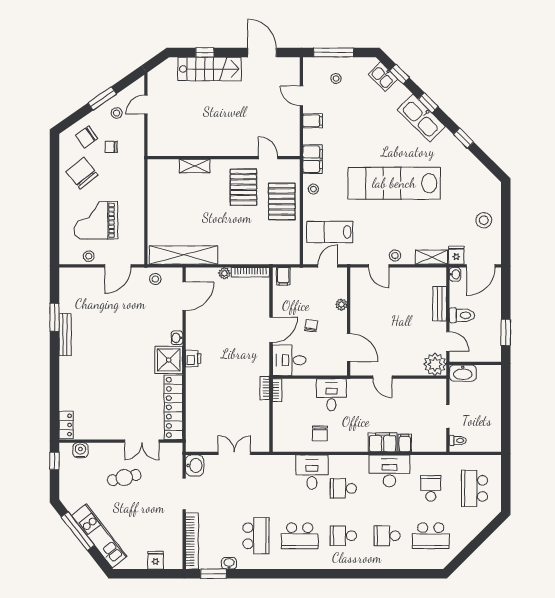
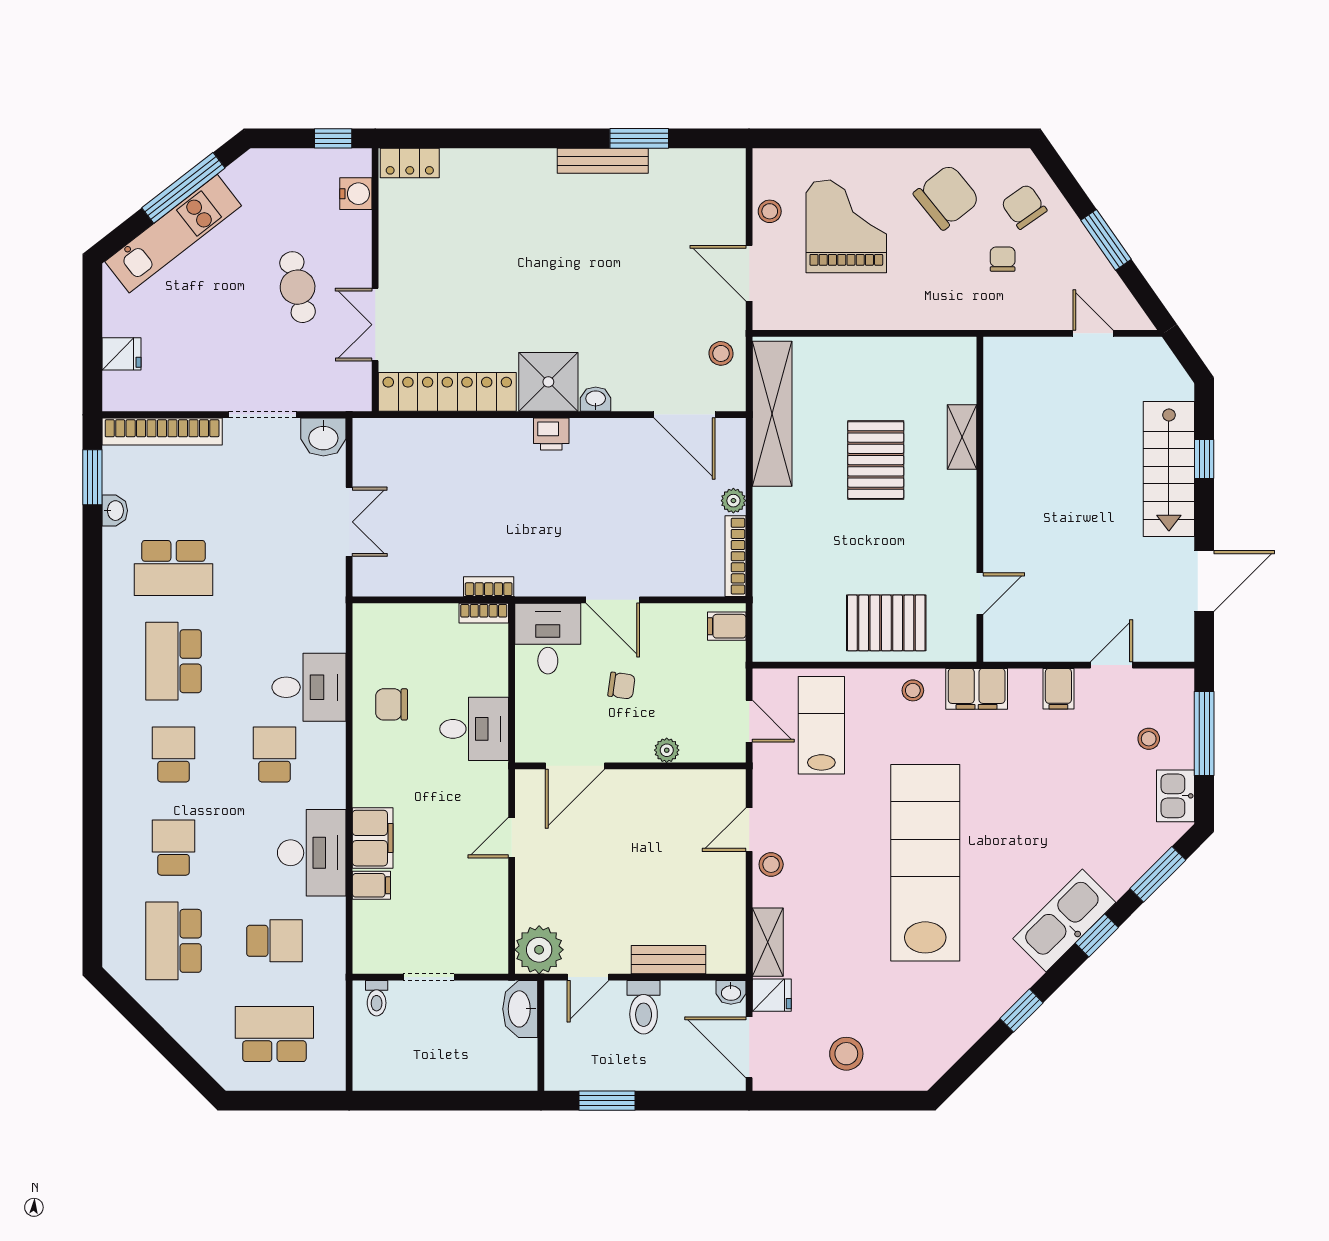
window: (400, 74) -> (1158, 874), width x1.50
kitchen sink: (383, 77) -> (1176, 796), moved, turned -45
stool: (117, 113) -> (1075, 271), removed
pallet: (243, 187) -> (876, 460), moved, turned 90

